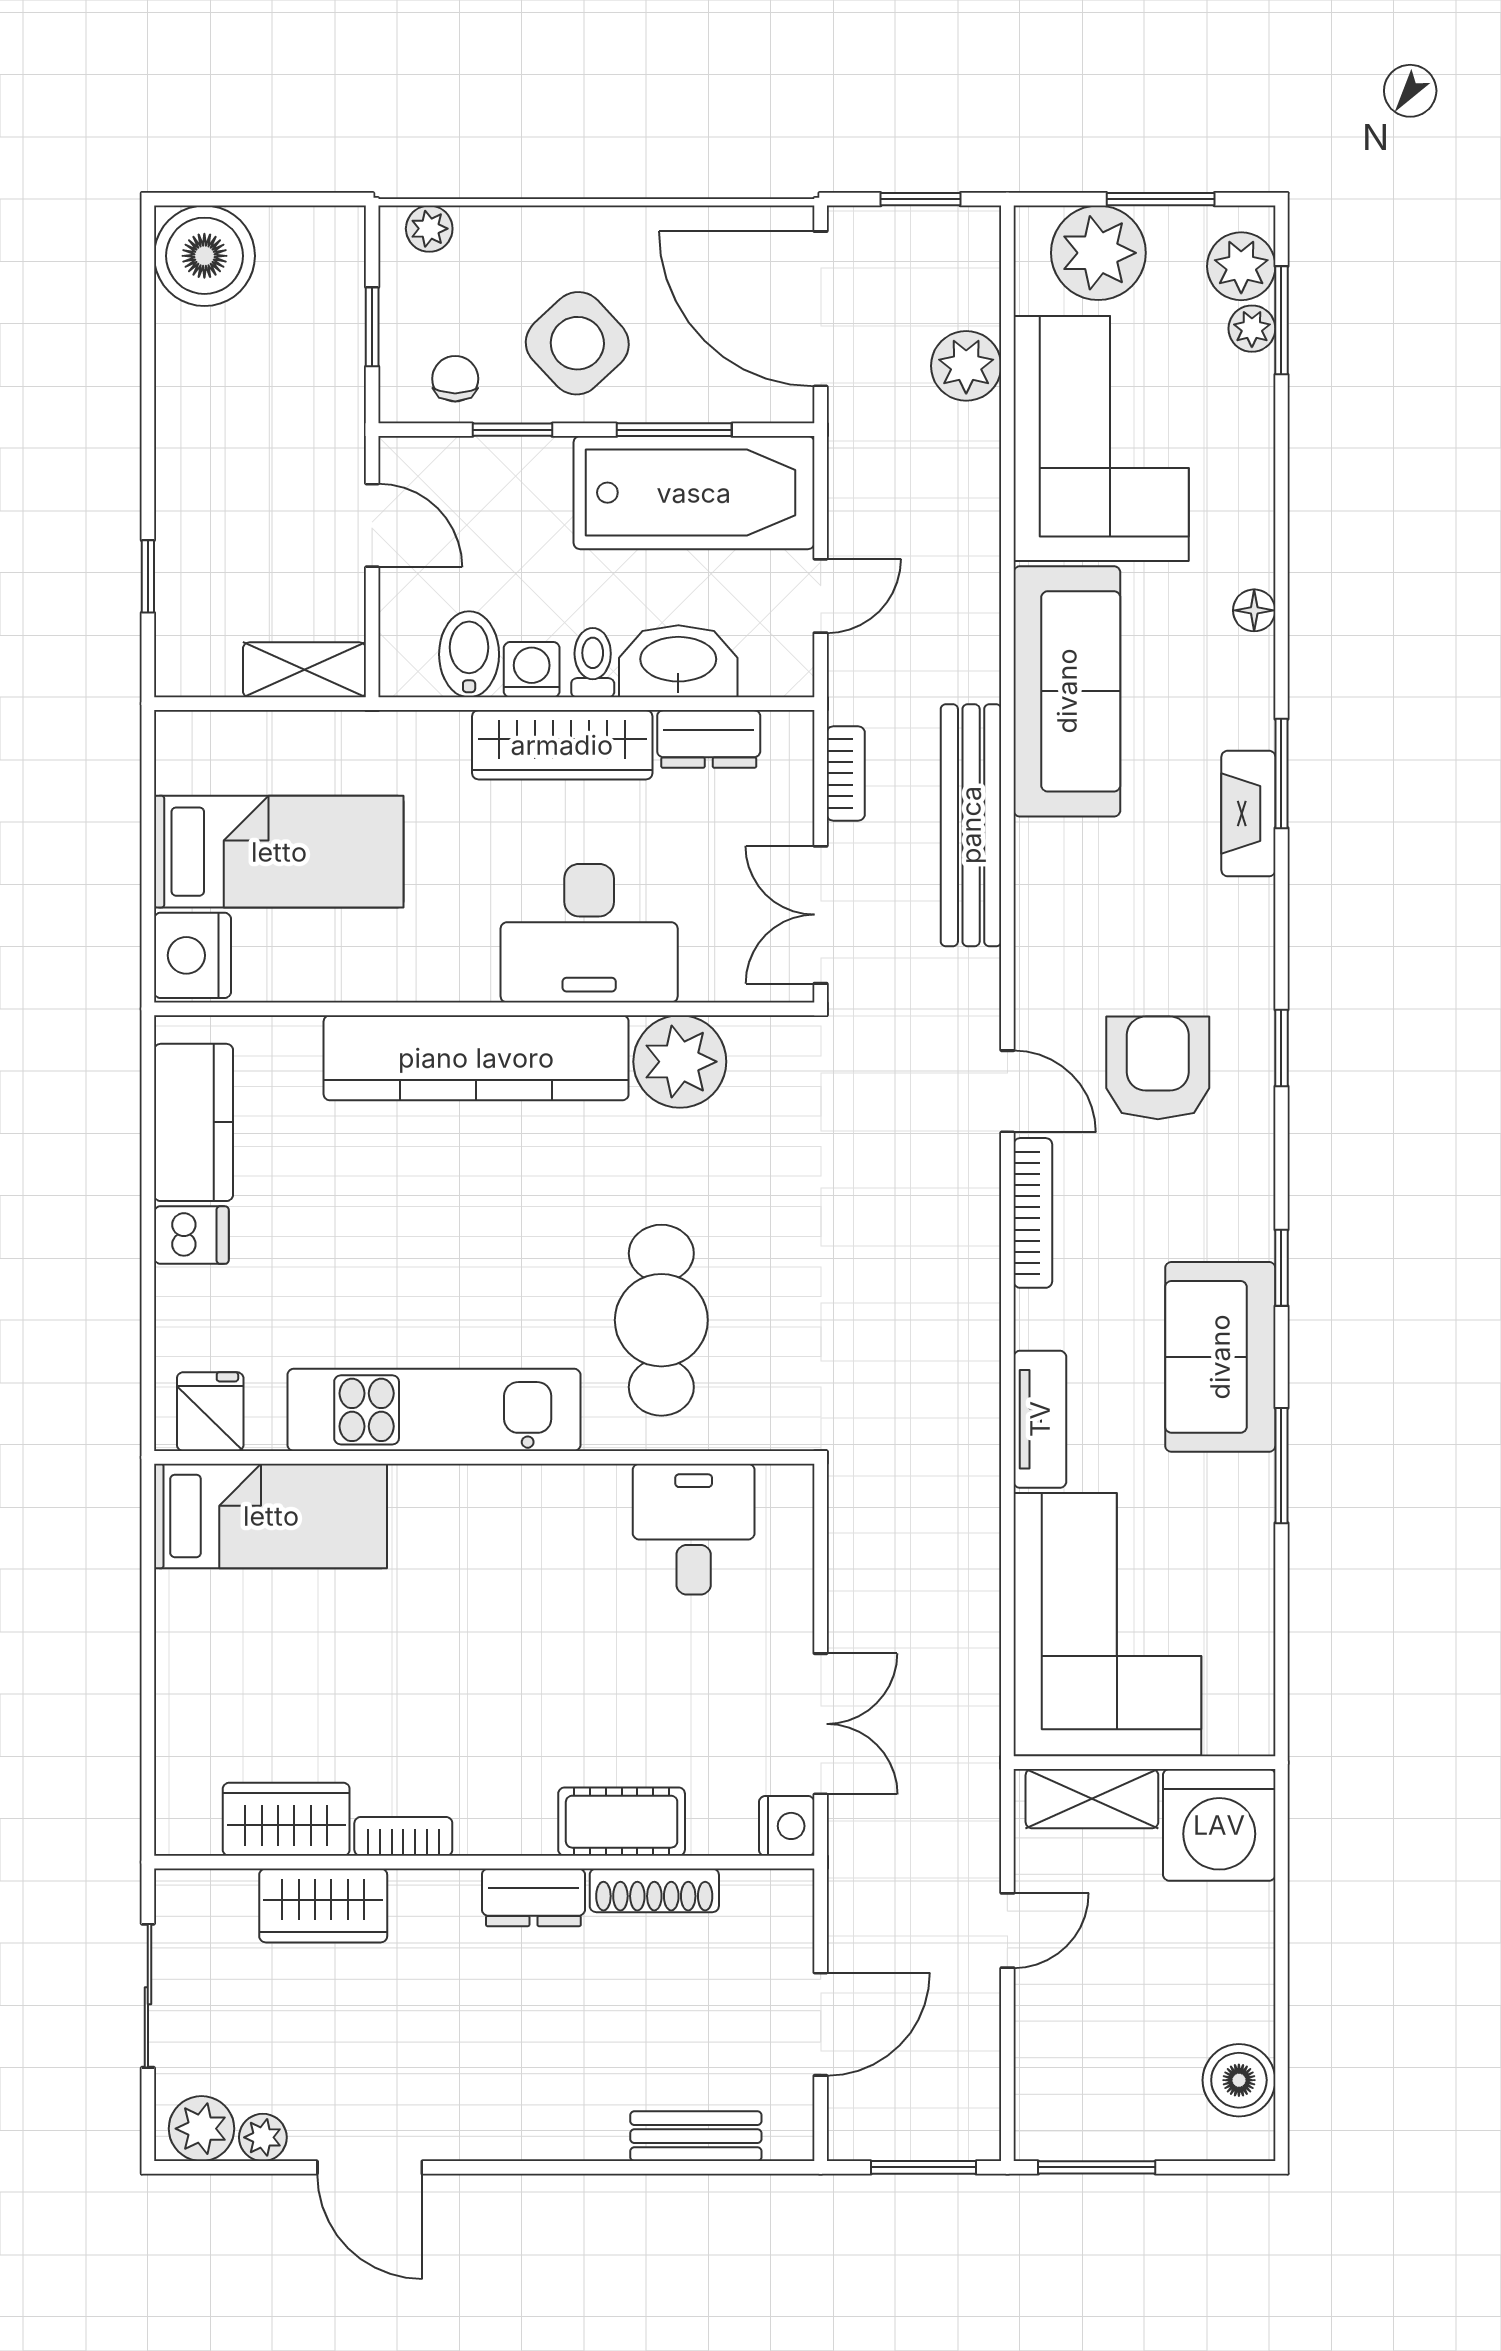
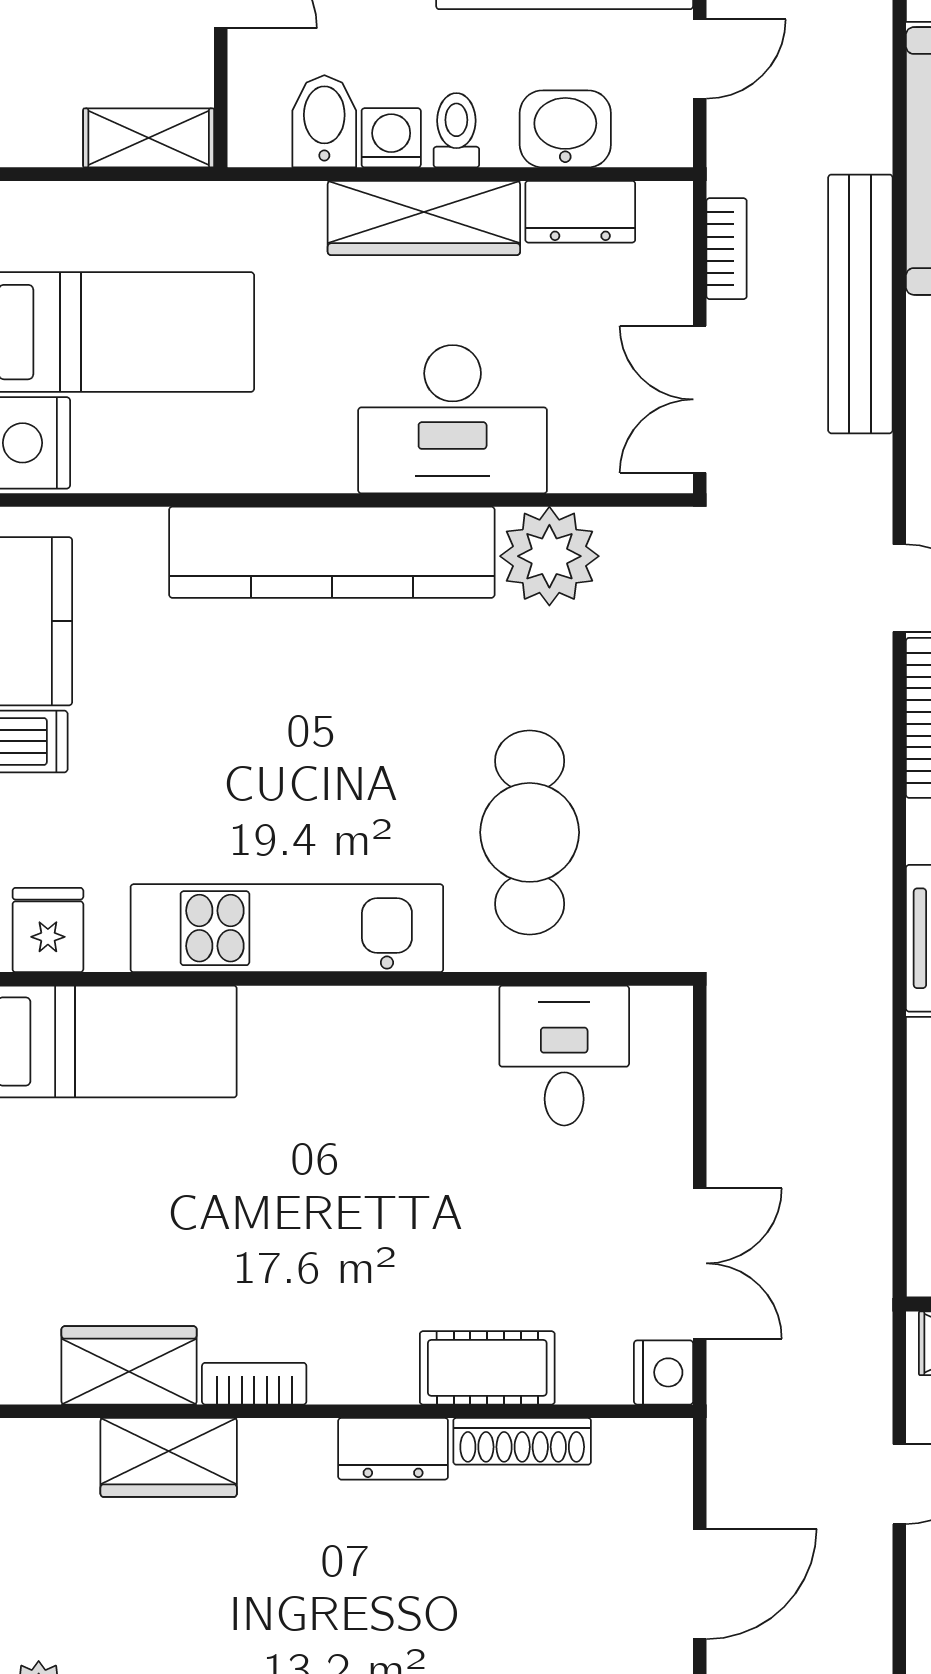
washbasin: (678, 661) -> (565, 129), width x0.72

